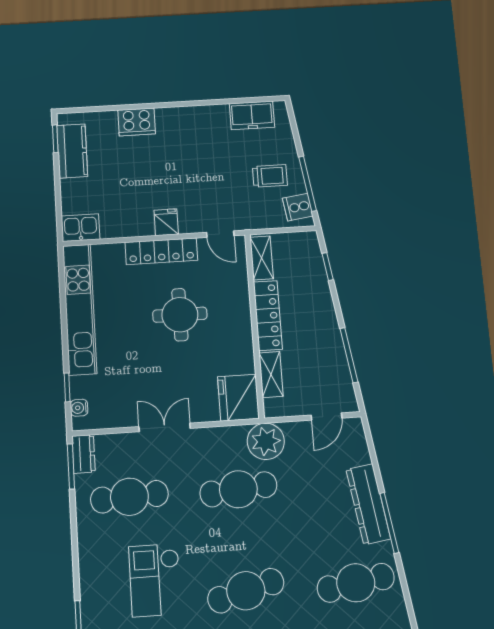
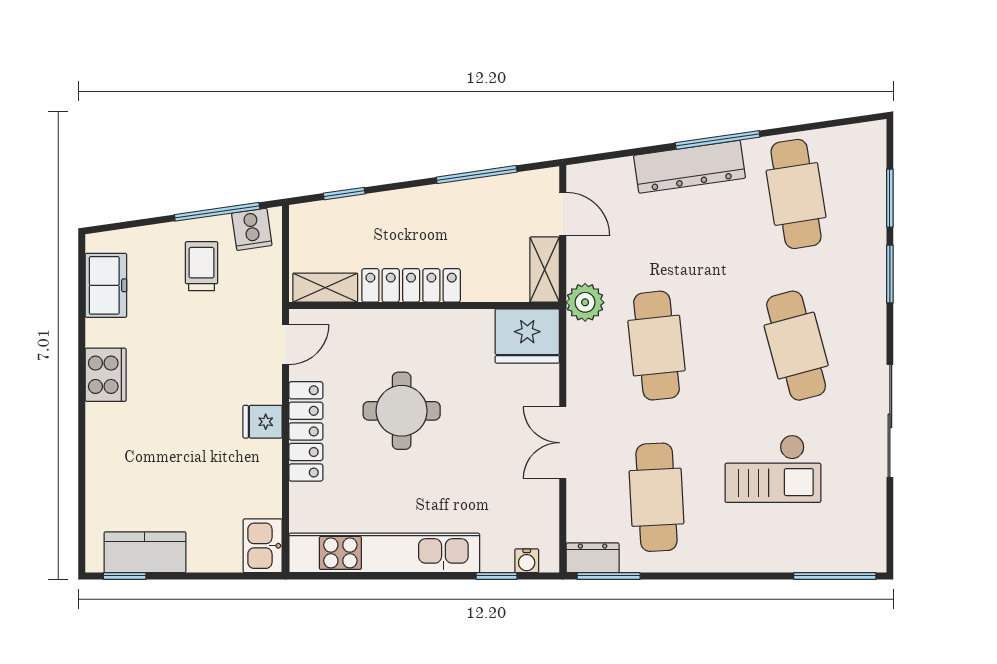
cooker: (137, 122) -> (106, 375), moved
shelving: (271, 375) -> (545, 270), moved, turned 90
plant: (266, 441) -> (585, 302), width x0.73, depth x0.73

